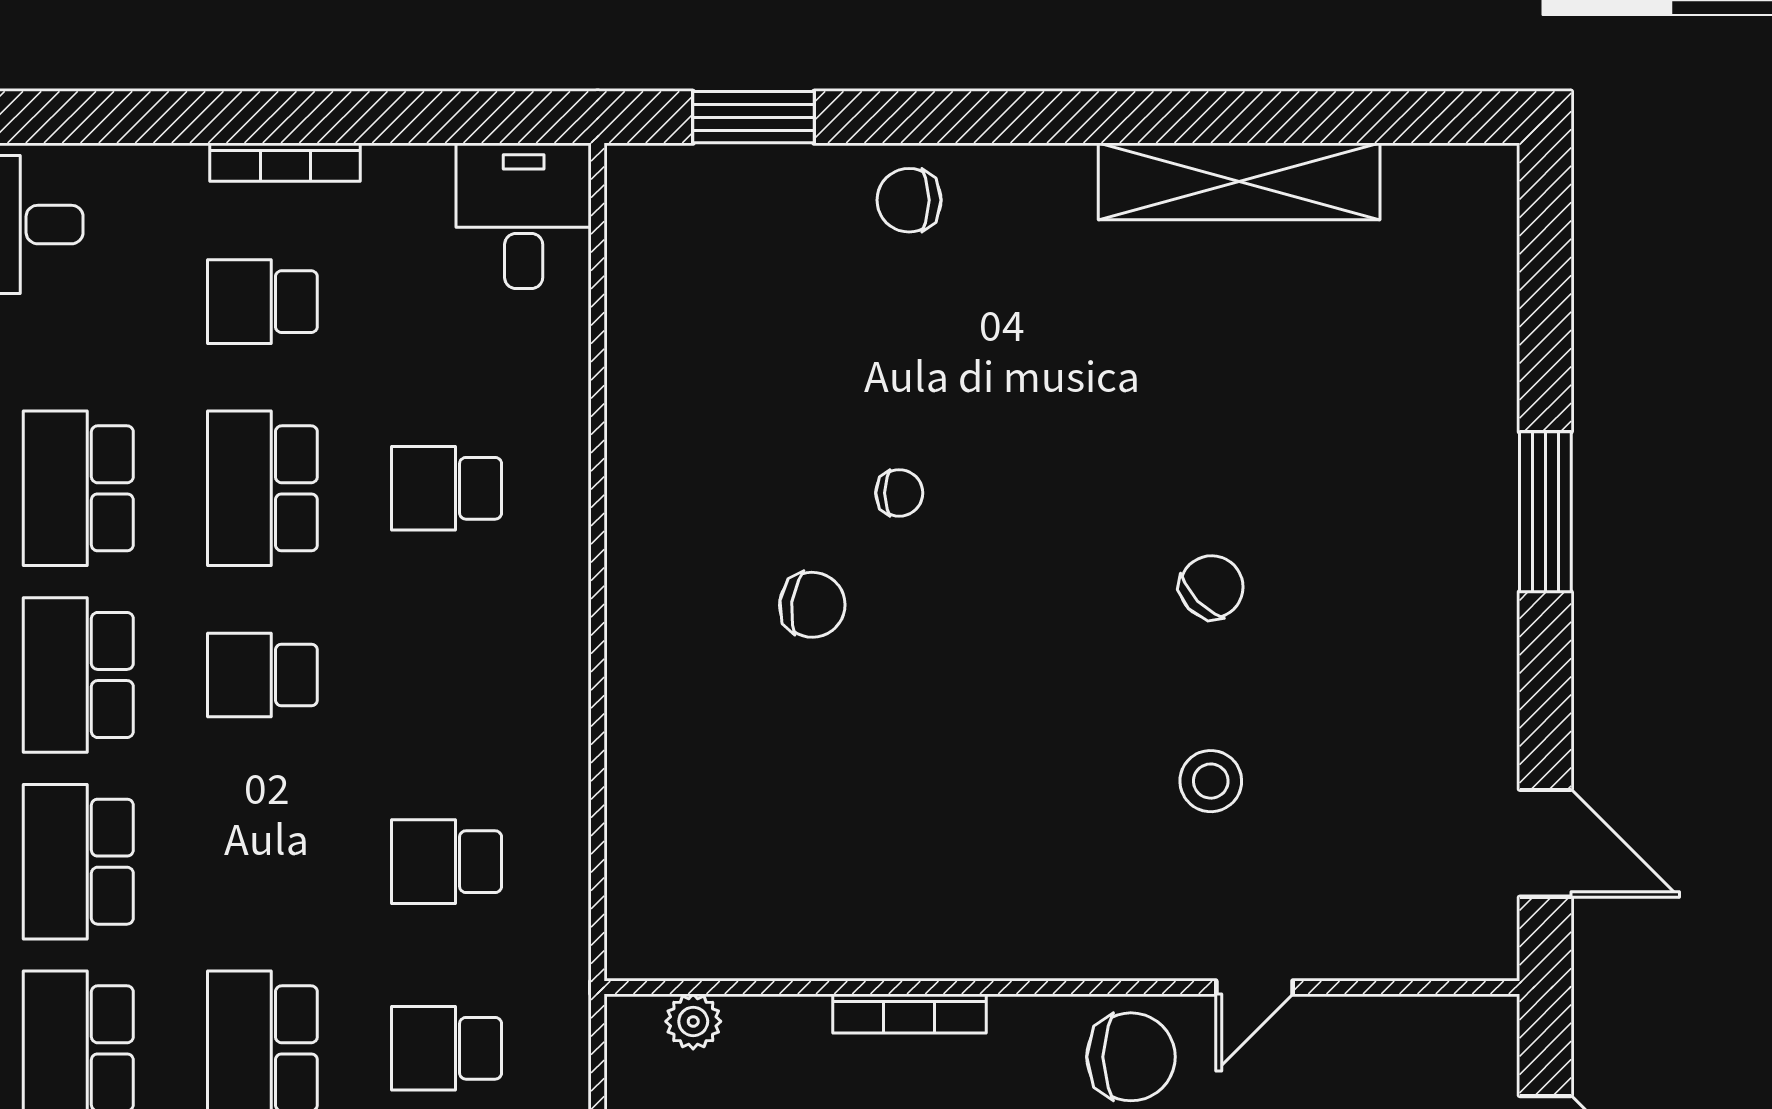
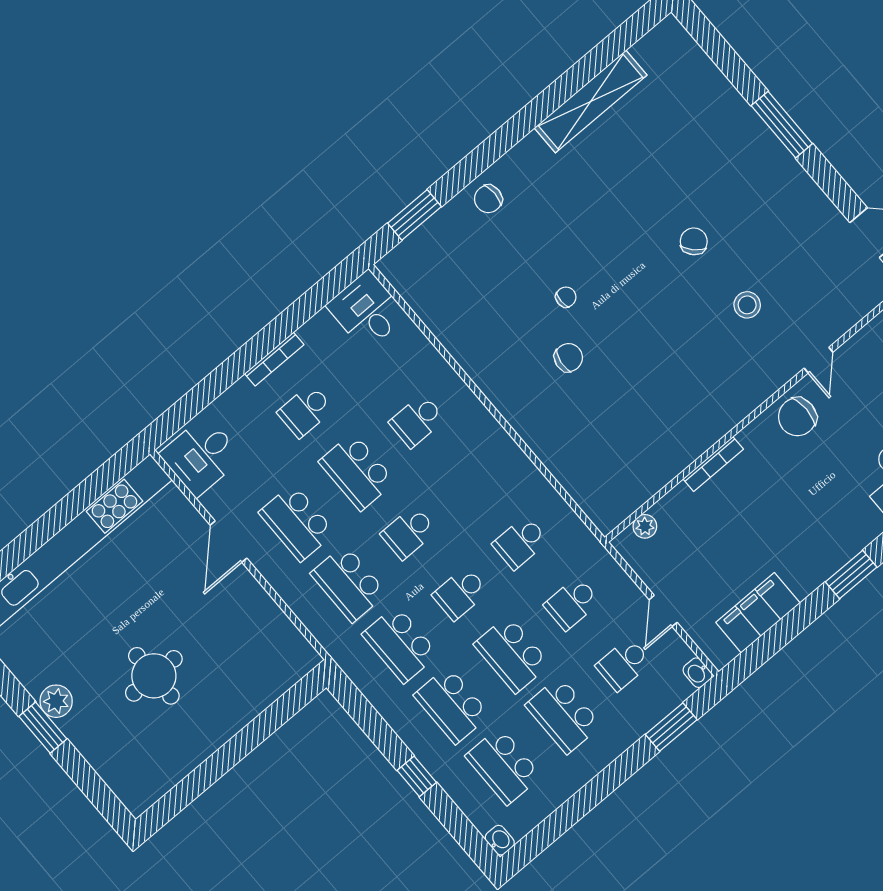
school desk: (262, 862) -> (460, 593), added
chair: (1131, 1057) -> (797, 417), turned 180

